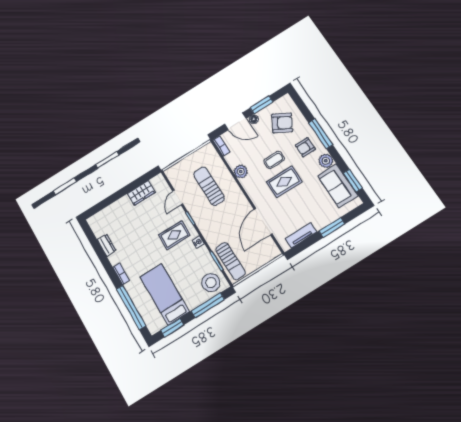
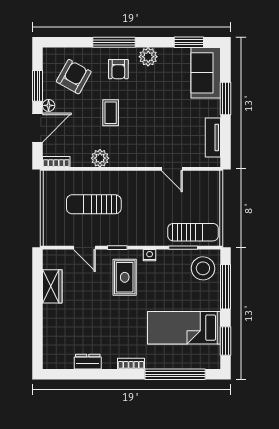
rug: (284, 182) -> (142, 117), removed
sofa: (338, 186) -> (206, 73), moved, turned 90
door: (263, 222) -> (172, 169), width x0.53

